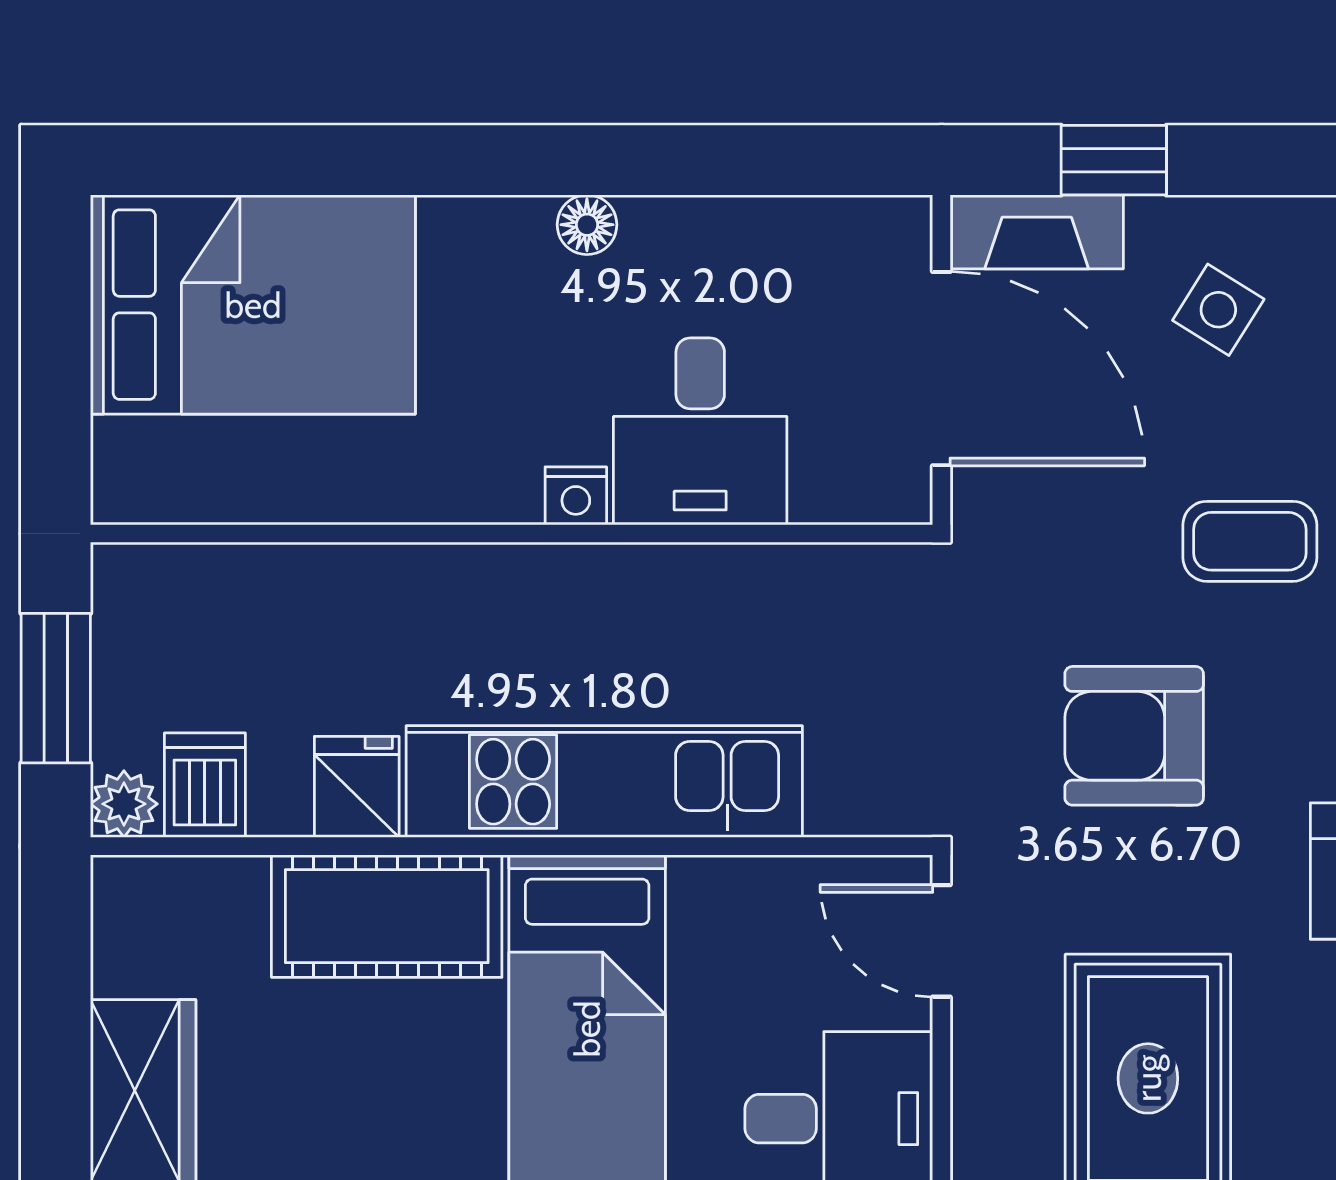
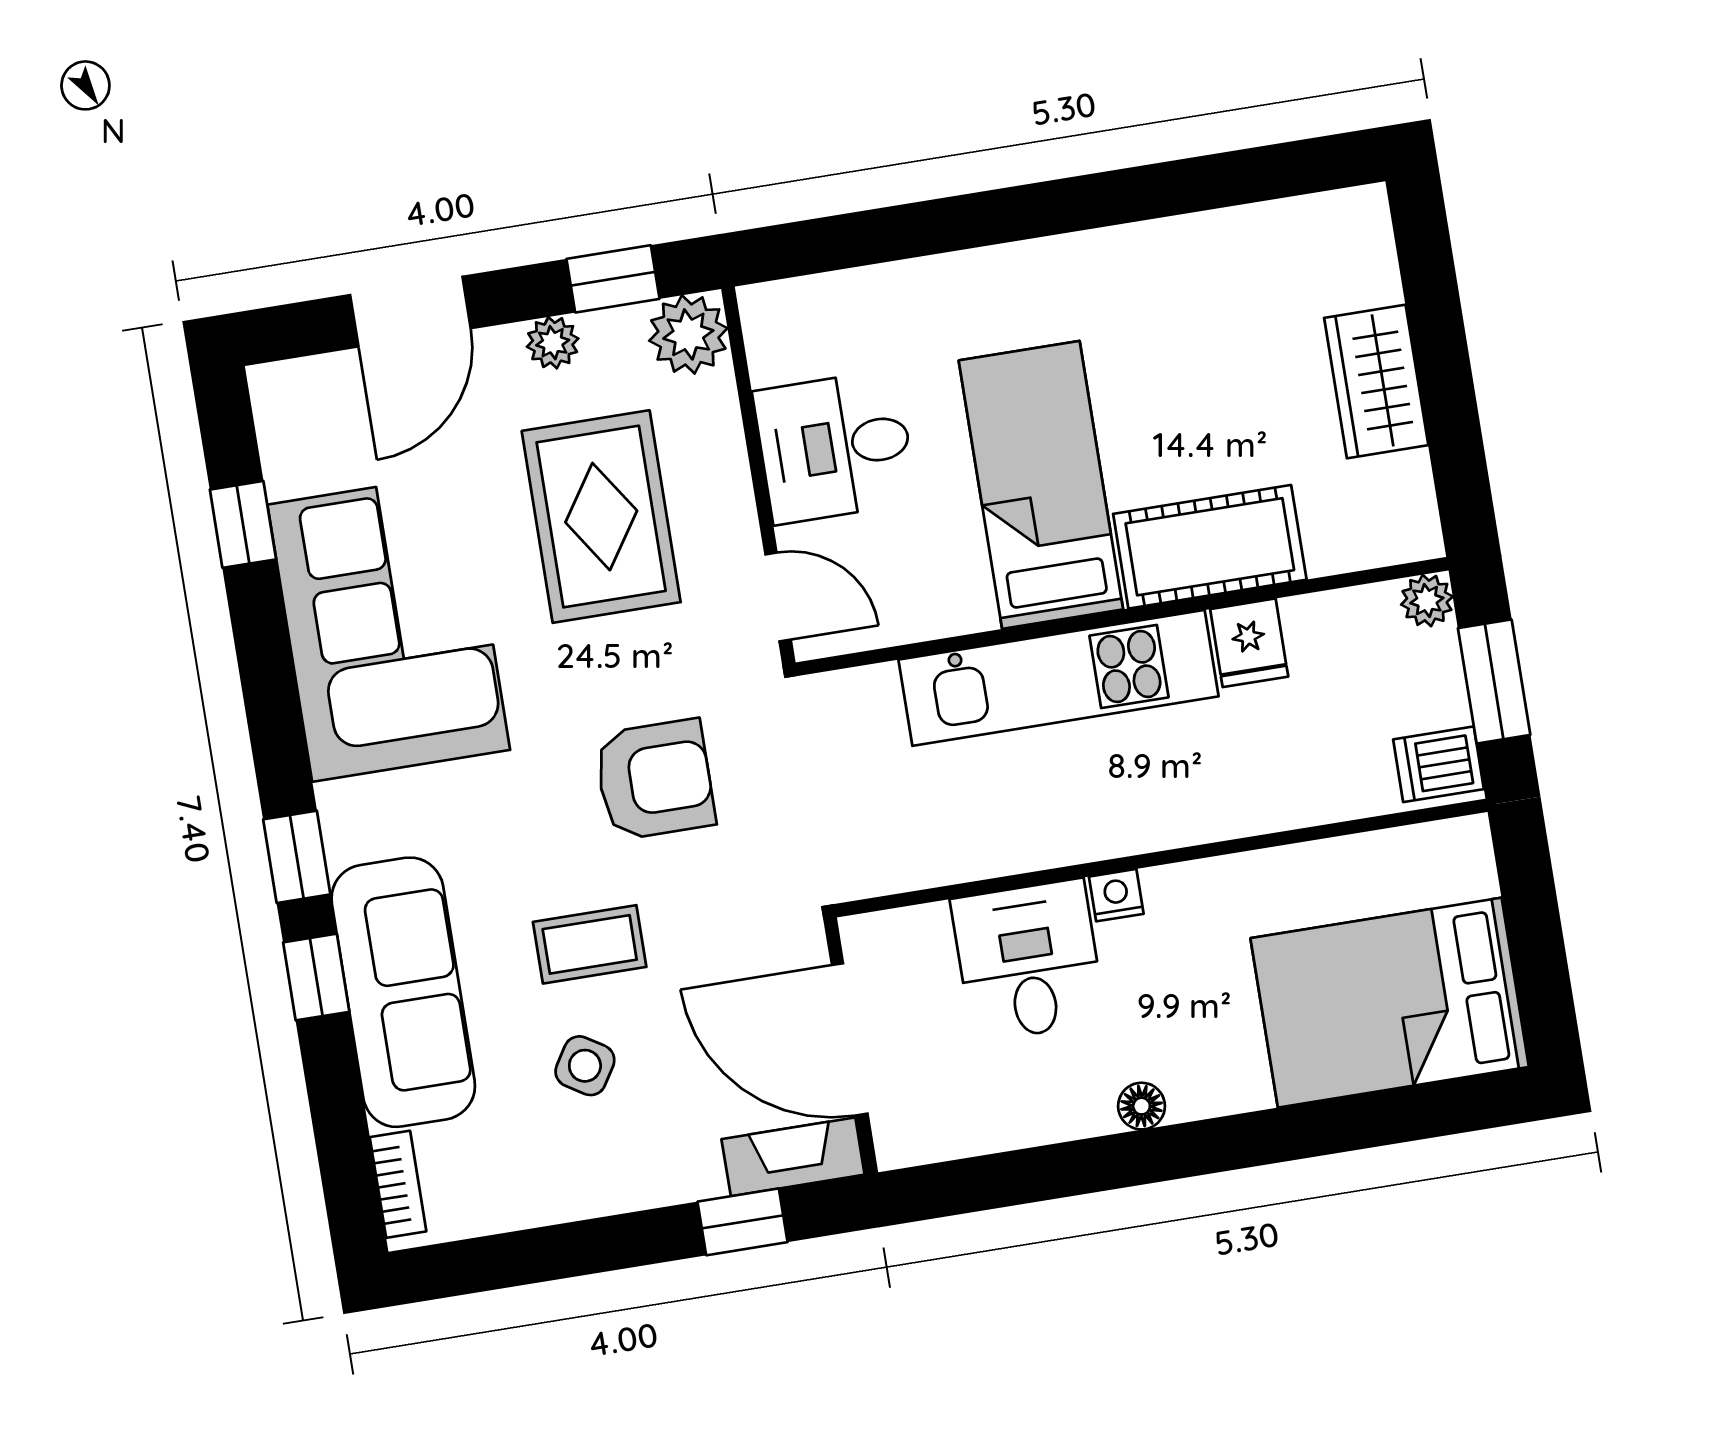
side table: (1218, 310) -> (585, 1066), moved
dishwasher: (205, 785) -> (1439, 764), moved, turned 90

